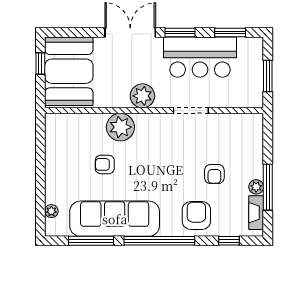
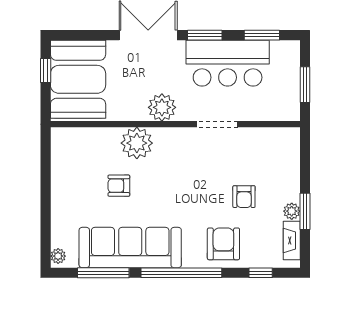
window: (268, 187) -> (305, 211), width x0.69
plant: (51, 211) -> (58, 256), moved

